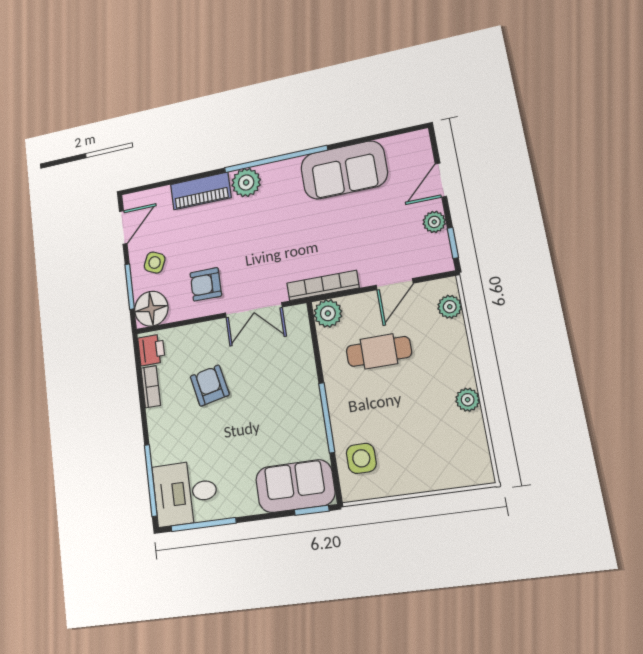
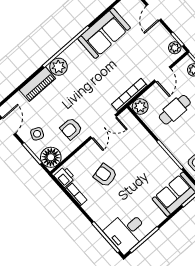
plant: (434, 222) -> (175, 48), moved

